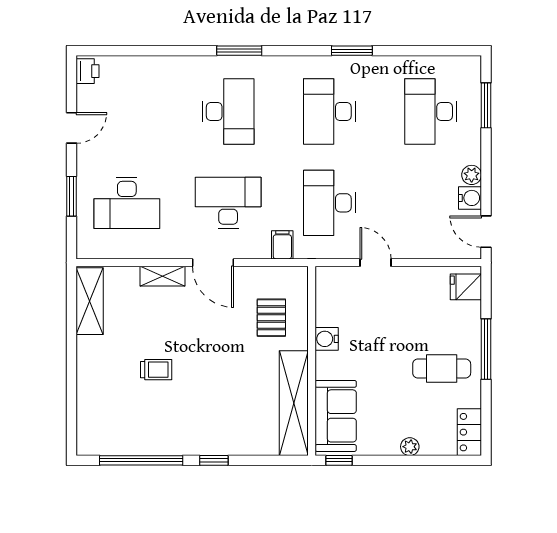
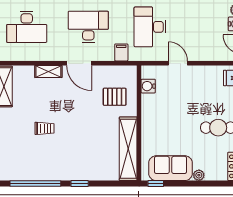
pallet: (271, 318) -> (115, 97), turned 90
water cooler: (327, 339) -> (148, 86), moved
sofa: (336, 416) -> (170, 168), moved, turned -90

